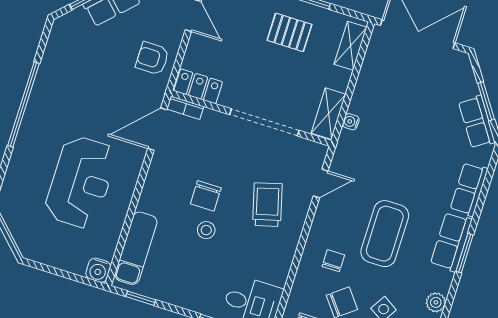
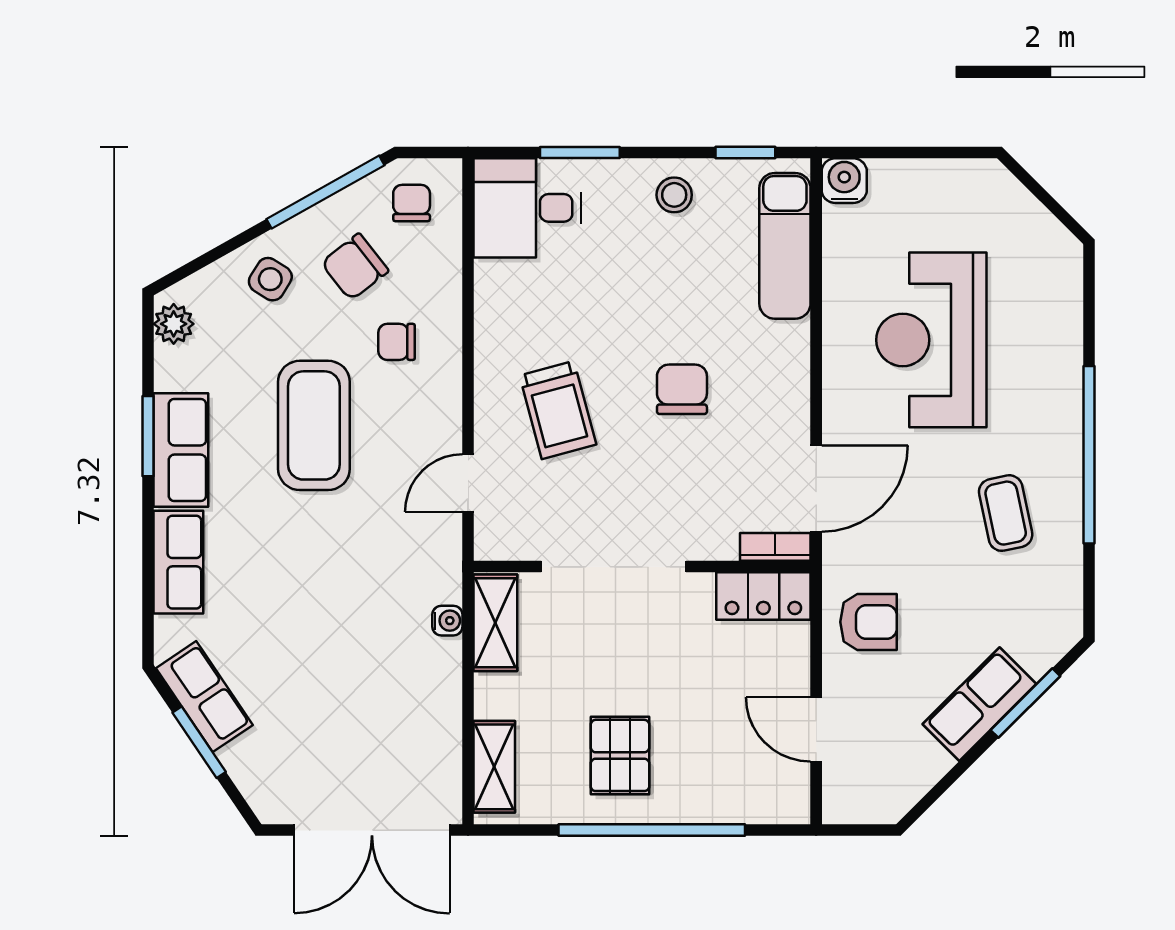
pallet: (289, 32) -> (620, 755), turned 90
coffee table: (72, 89) -> (1006, 513), added
stool: (206, 230) -> (674, 195), moved
chair: (333, 261) -> (397, 342), turned 90

